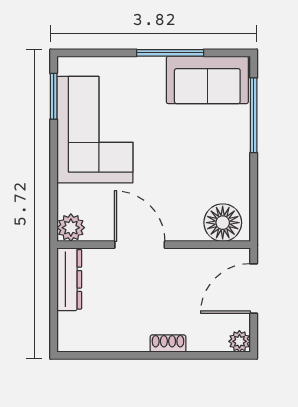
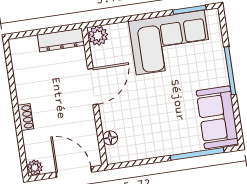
window: (170, 53) -> (230, 71), moved
floor lamp: (223, 223) -> (110, 138), width x0.53, depth x0.53

